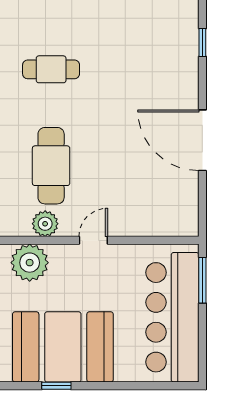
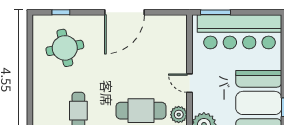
round table: (148, 48) -> (65, 48), added

